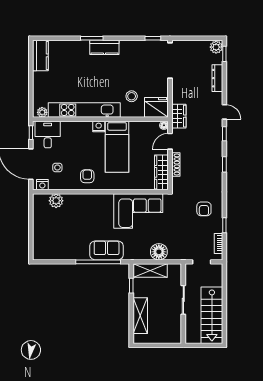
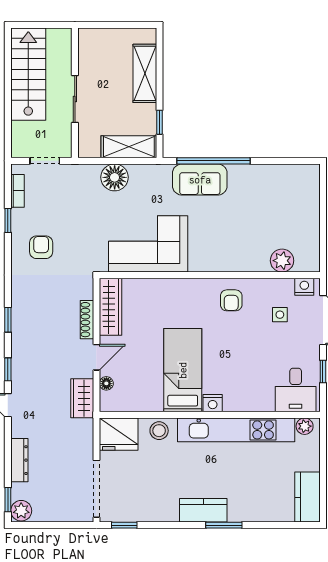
fridge: (156, 107) -> (119, 434), moved
kitchen unit: (84, 110) -> (236, 430), moved
plant: (42, 112) -> (305, 426), moved
wall: (100, 119) -> (210, 415), moved
nightstand: (99, 126) -> (213, 403), moved
desk: (48, 135) -> (296, 390), moved
bed: (117, 147) -> (183, 370), moved

